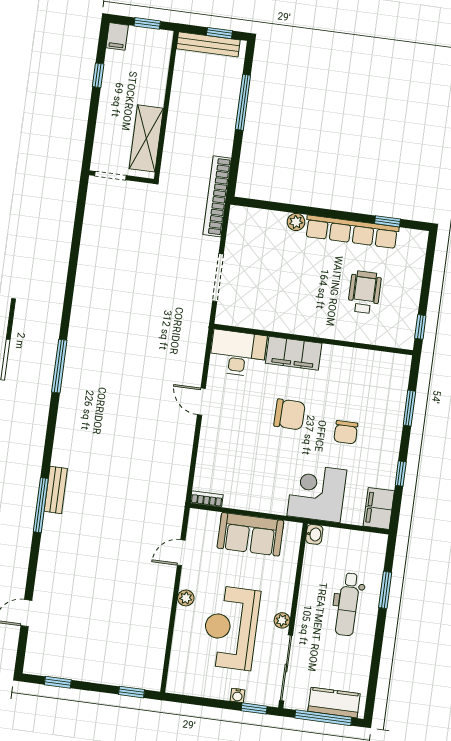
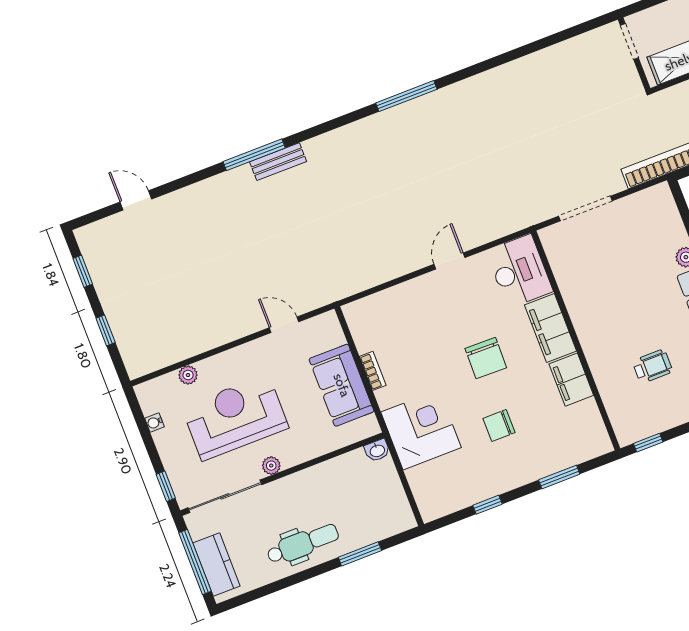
wheelchair: (365, 292) -> (653, 366), width x0.73, depth x0.73
bookcase: (207, 499) -> (373, 371), moved
filing cabinet: (379, 508) -> (571, 380), moved, turned -90
plant: (186, 598) -> (188, 375), moved
dental chair: (348, 604) -> (303, 544), moved, turned 180
window: (131, 692) -> (106, 330), moved
water cooler: (238, 695) -> (154, 423), moved

